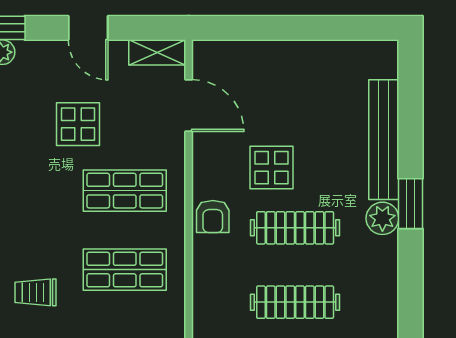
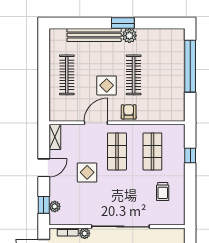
door: (189, 106) -> (96, 123), moved
armchair: (213, 217) -> (129, 112), turned -90
clothes rail: (295, 302) -> (67, 75), moved

